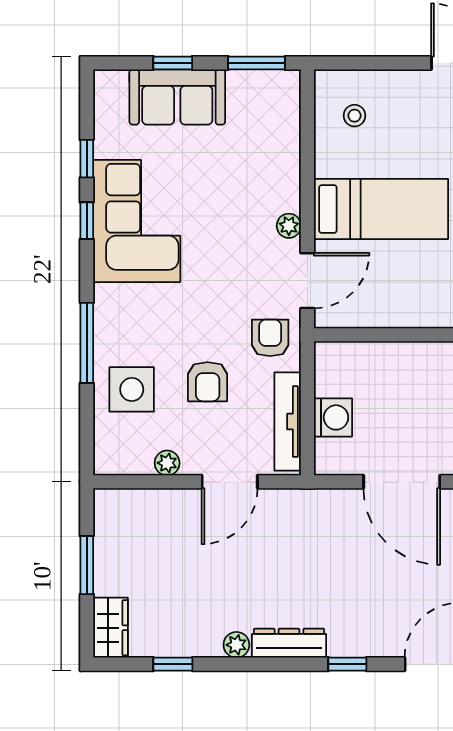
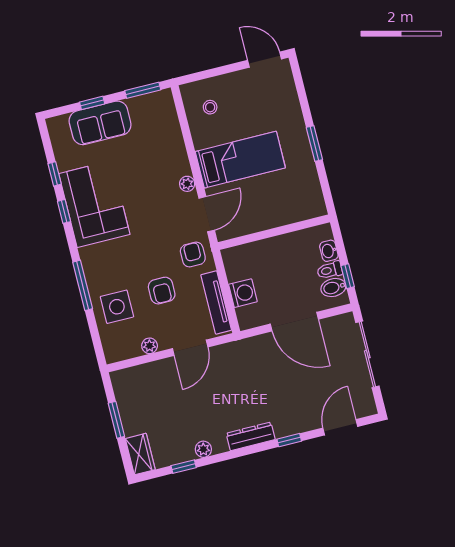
plant: (236, 645) -> (203, 449), moved

